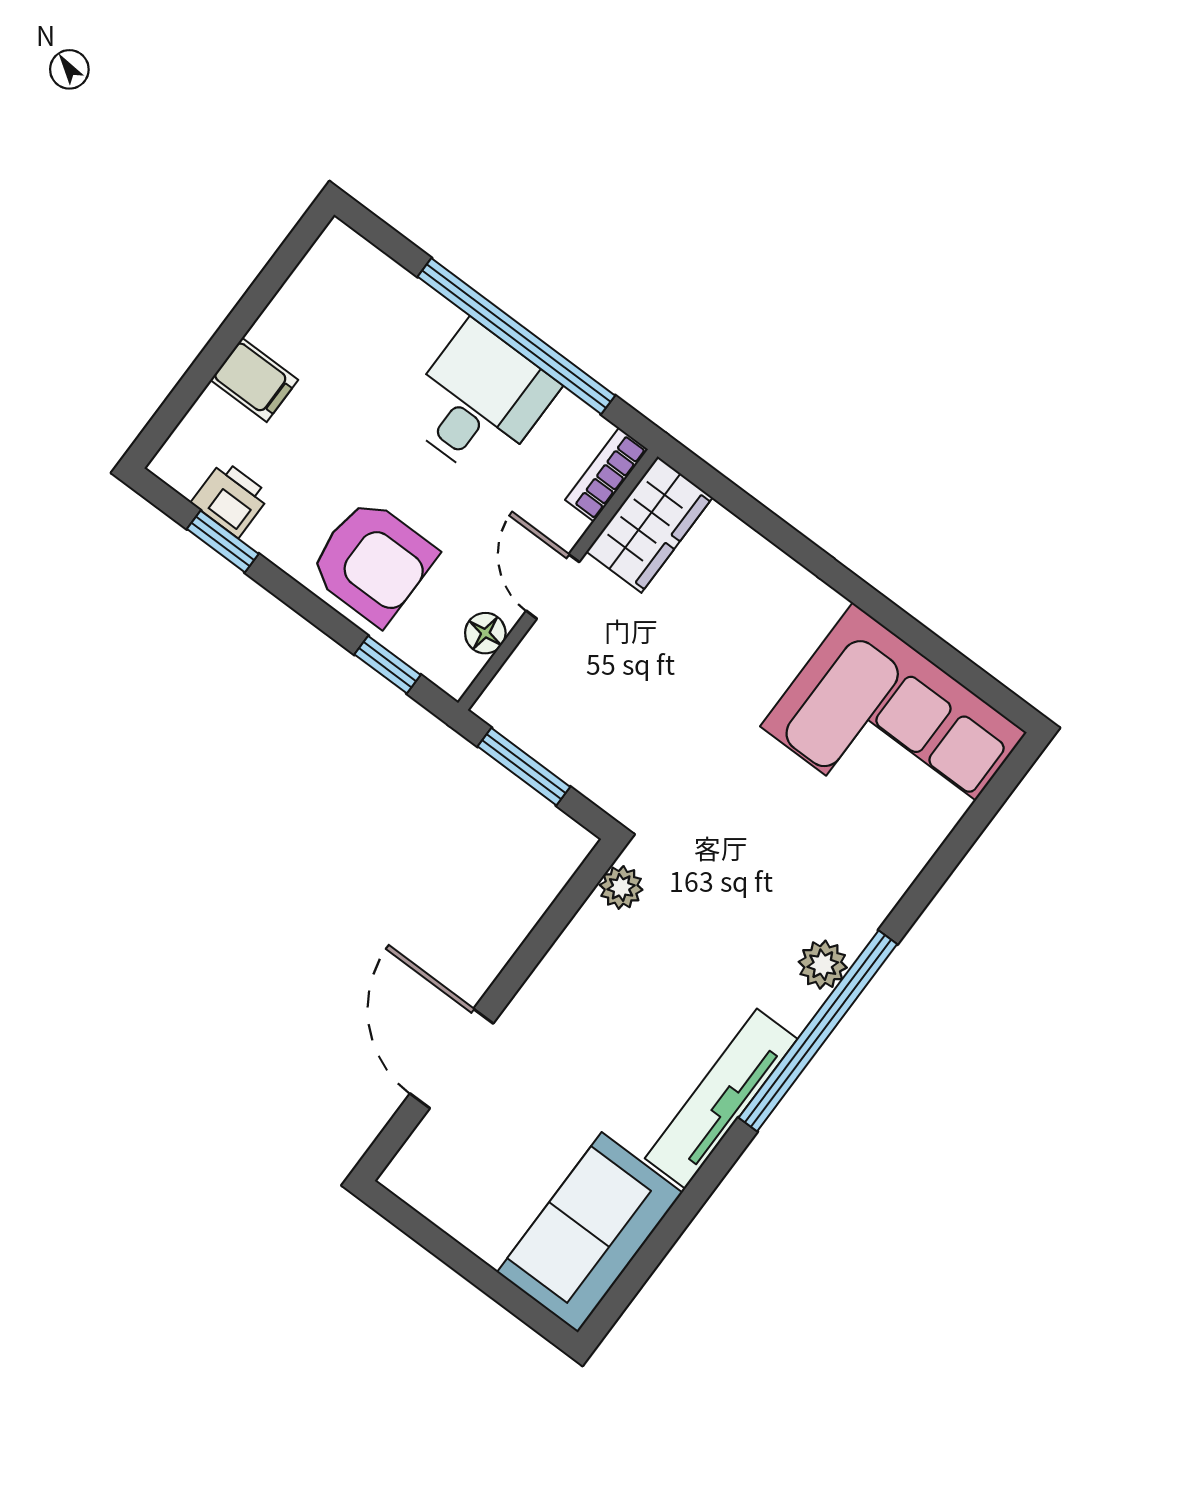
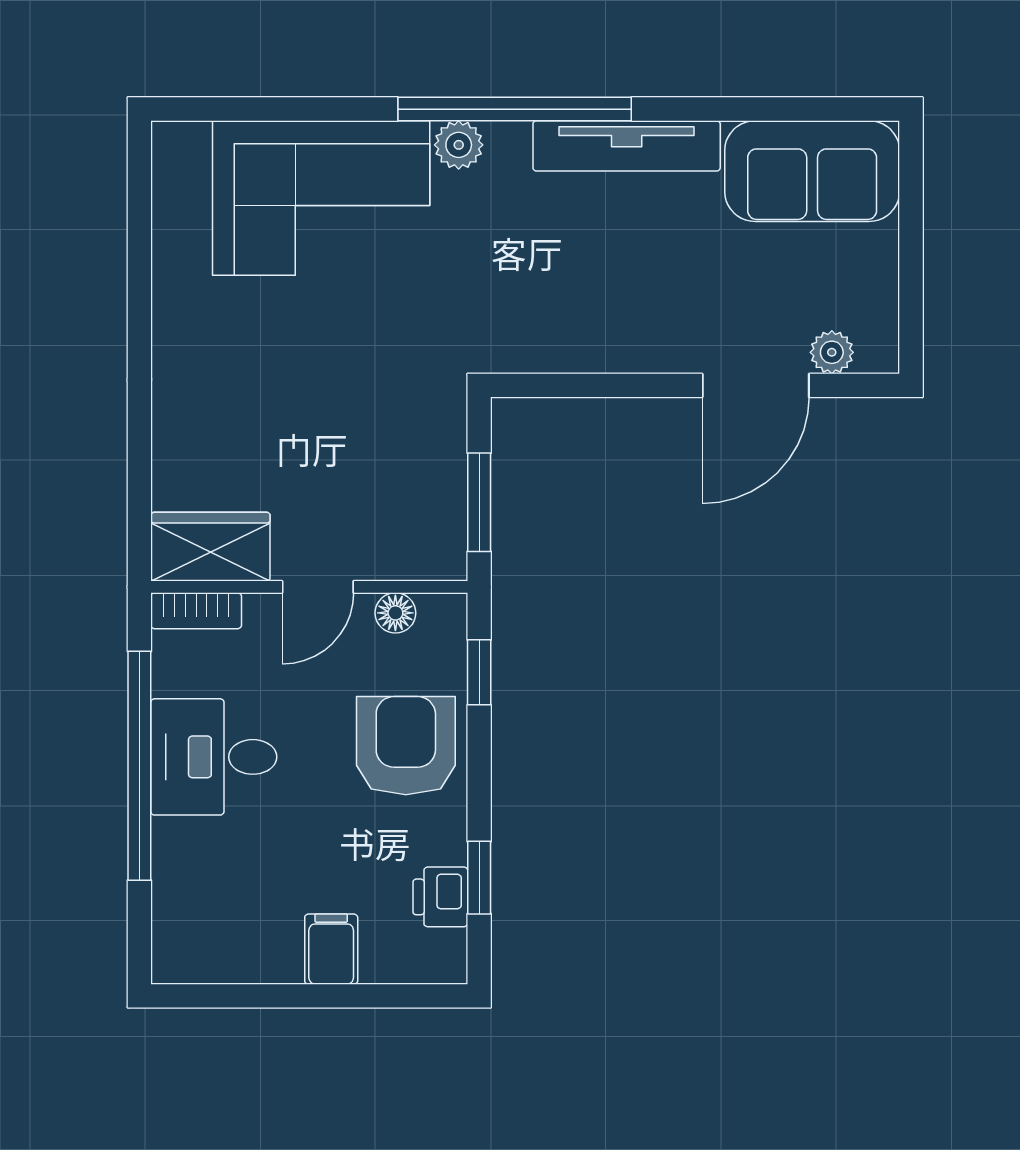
corner sofa: (893, 729) -> (321, 198), moved, turned 90
plant: (621, 887) -> (832, 352), moved

